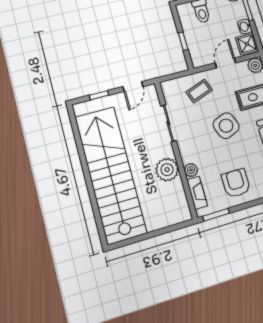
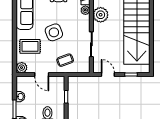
shower: (247, 44) -> (23, 84), removed
door: (225, 63) -> (42, 75), hinge flipped
door: (133, 87) -> (108, 75), hinge flipped

